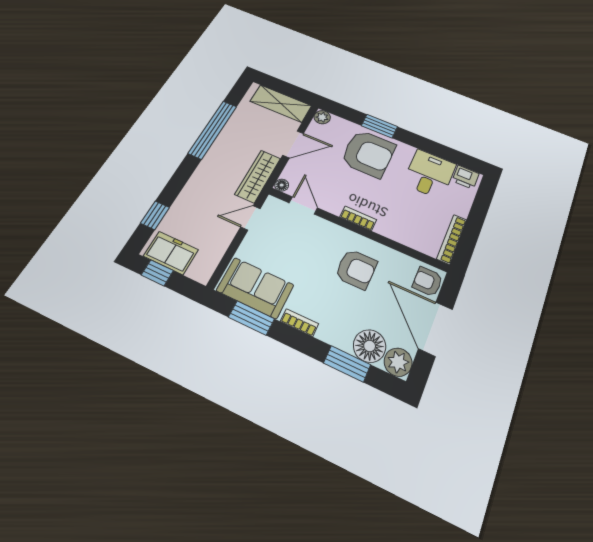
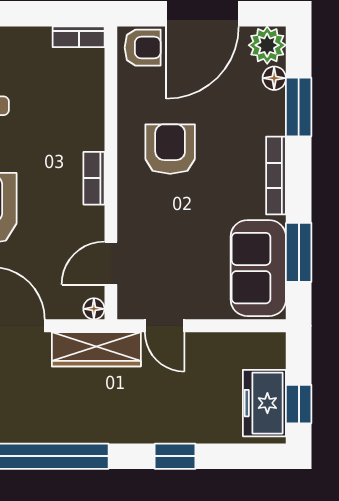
window: (155, 215) -> (175, 456), moved
bookcase: (452, 239) -> (79, 37), width x0.64
armchair: (428, 282) -> (143, 48), turned -90
bookcase: (299, 323) -> (276, 176), width x1.56
floor lamp: (370, 346) -> (274, 78), width x0.53, depth x0.53

